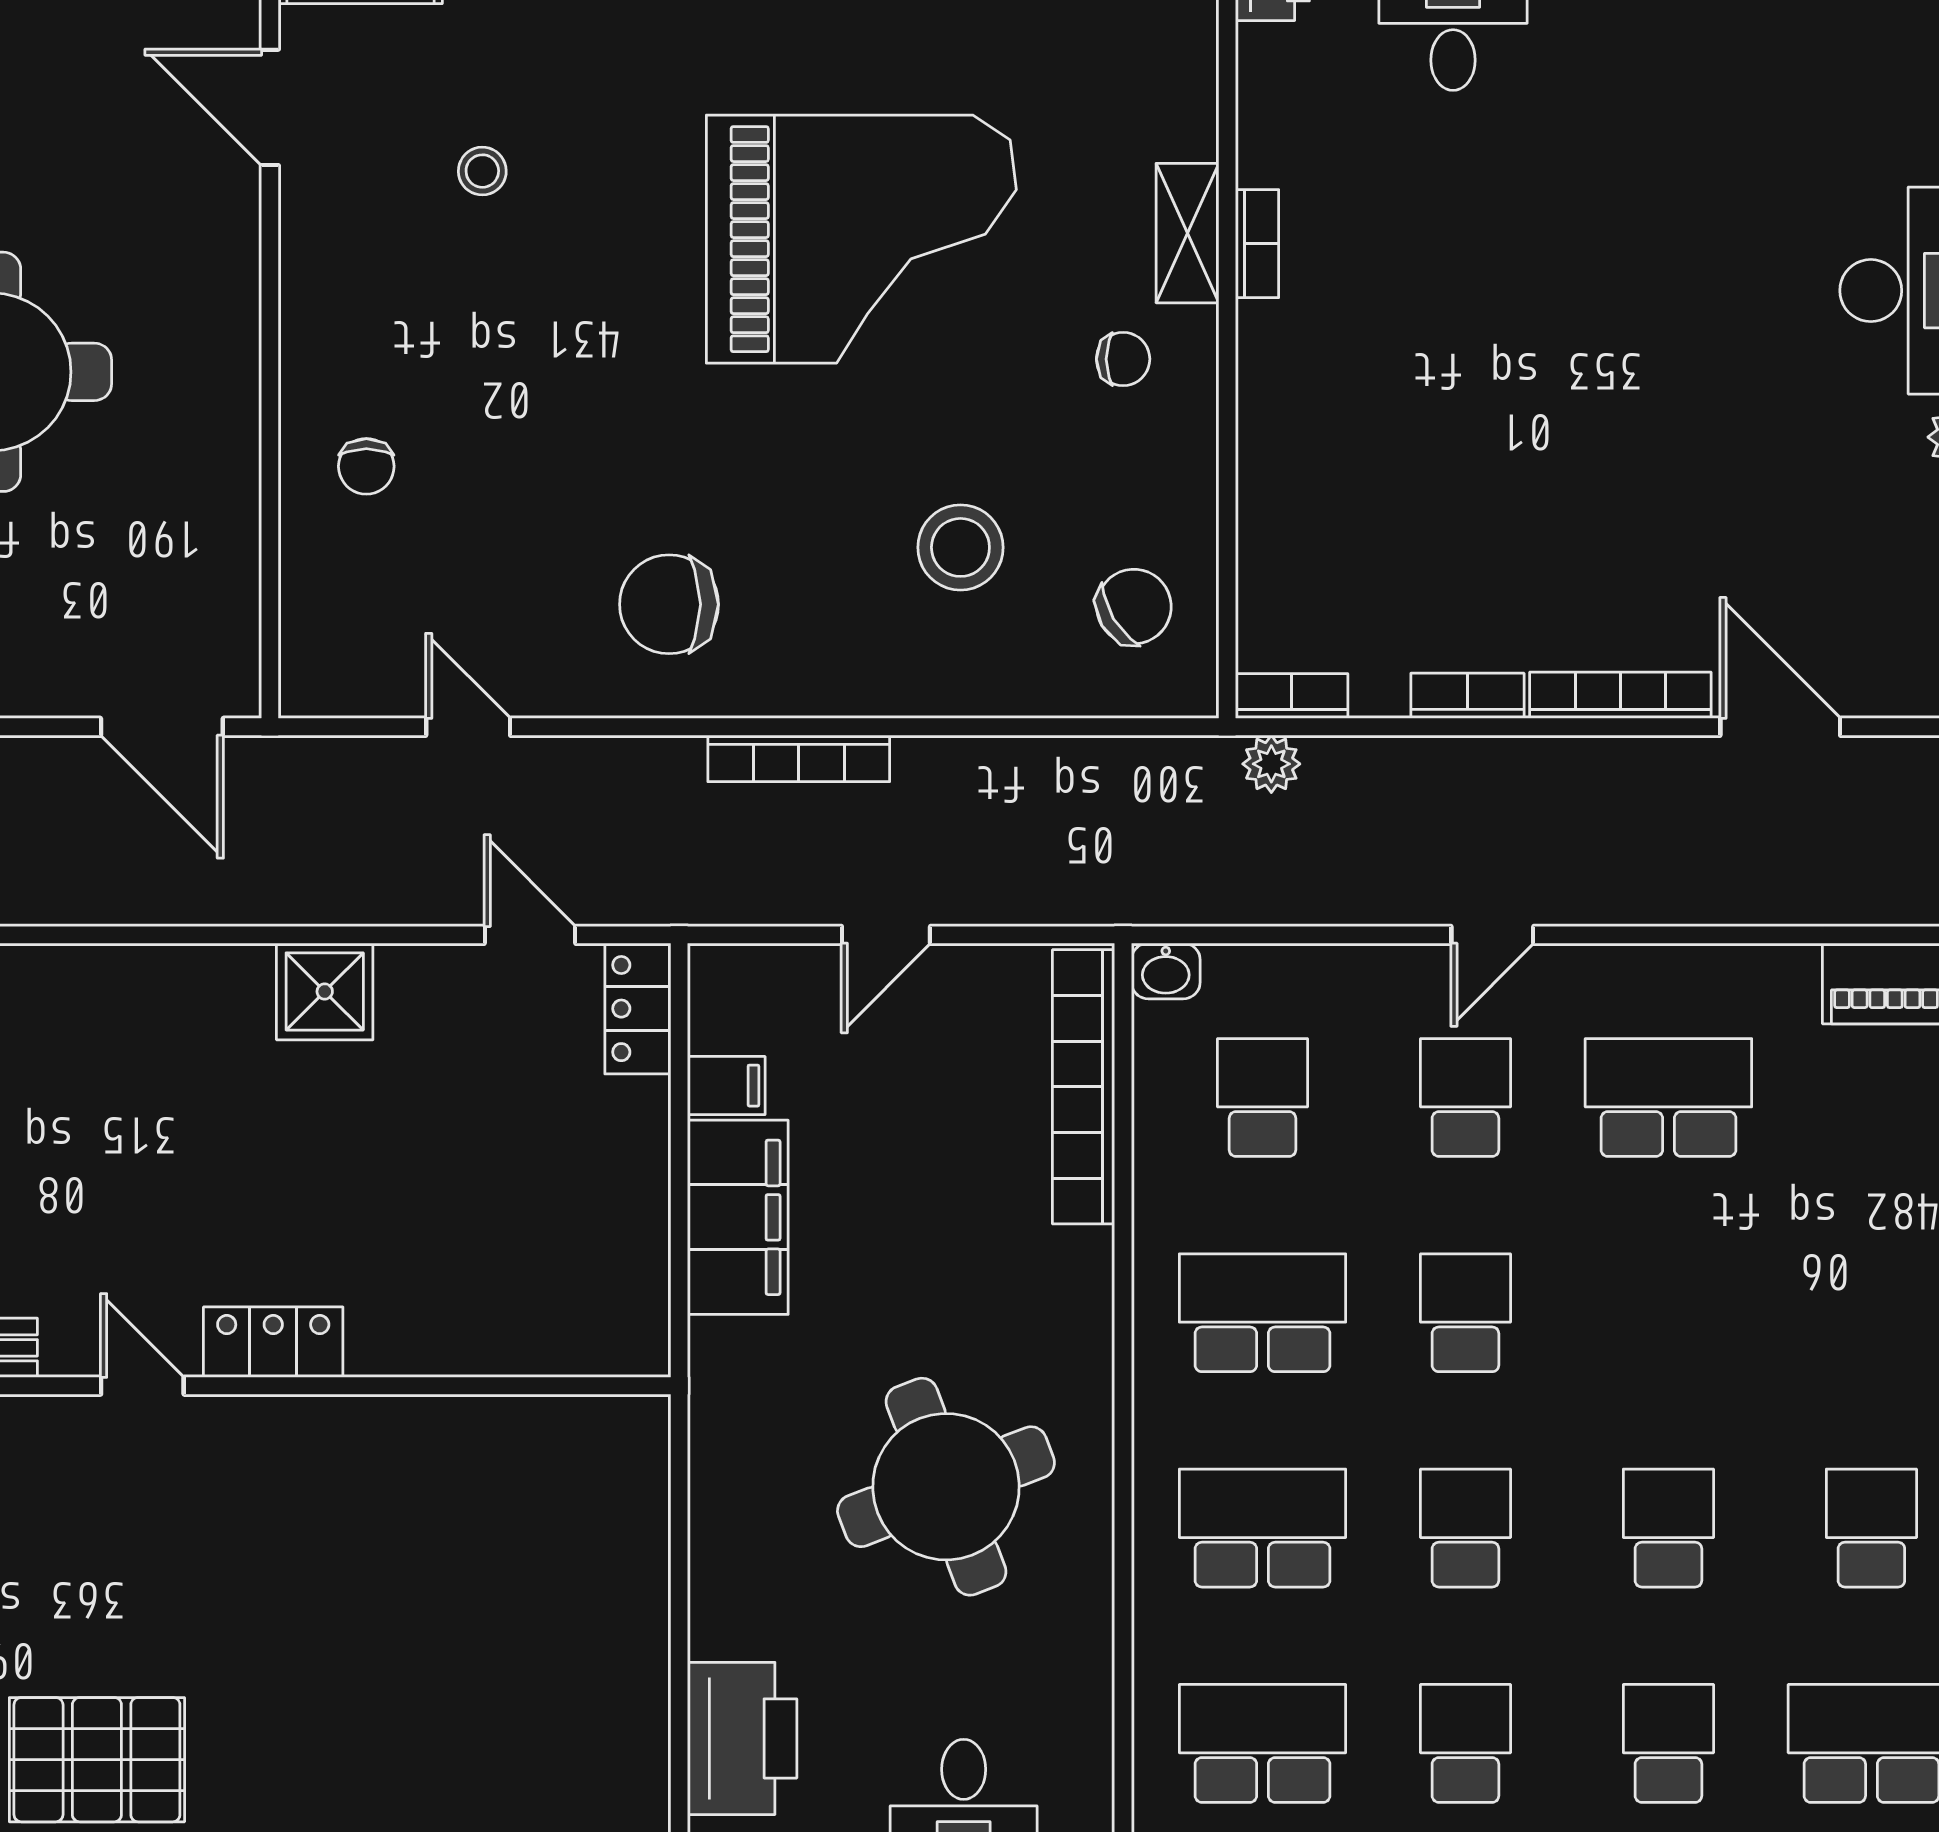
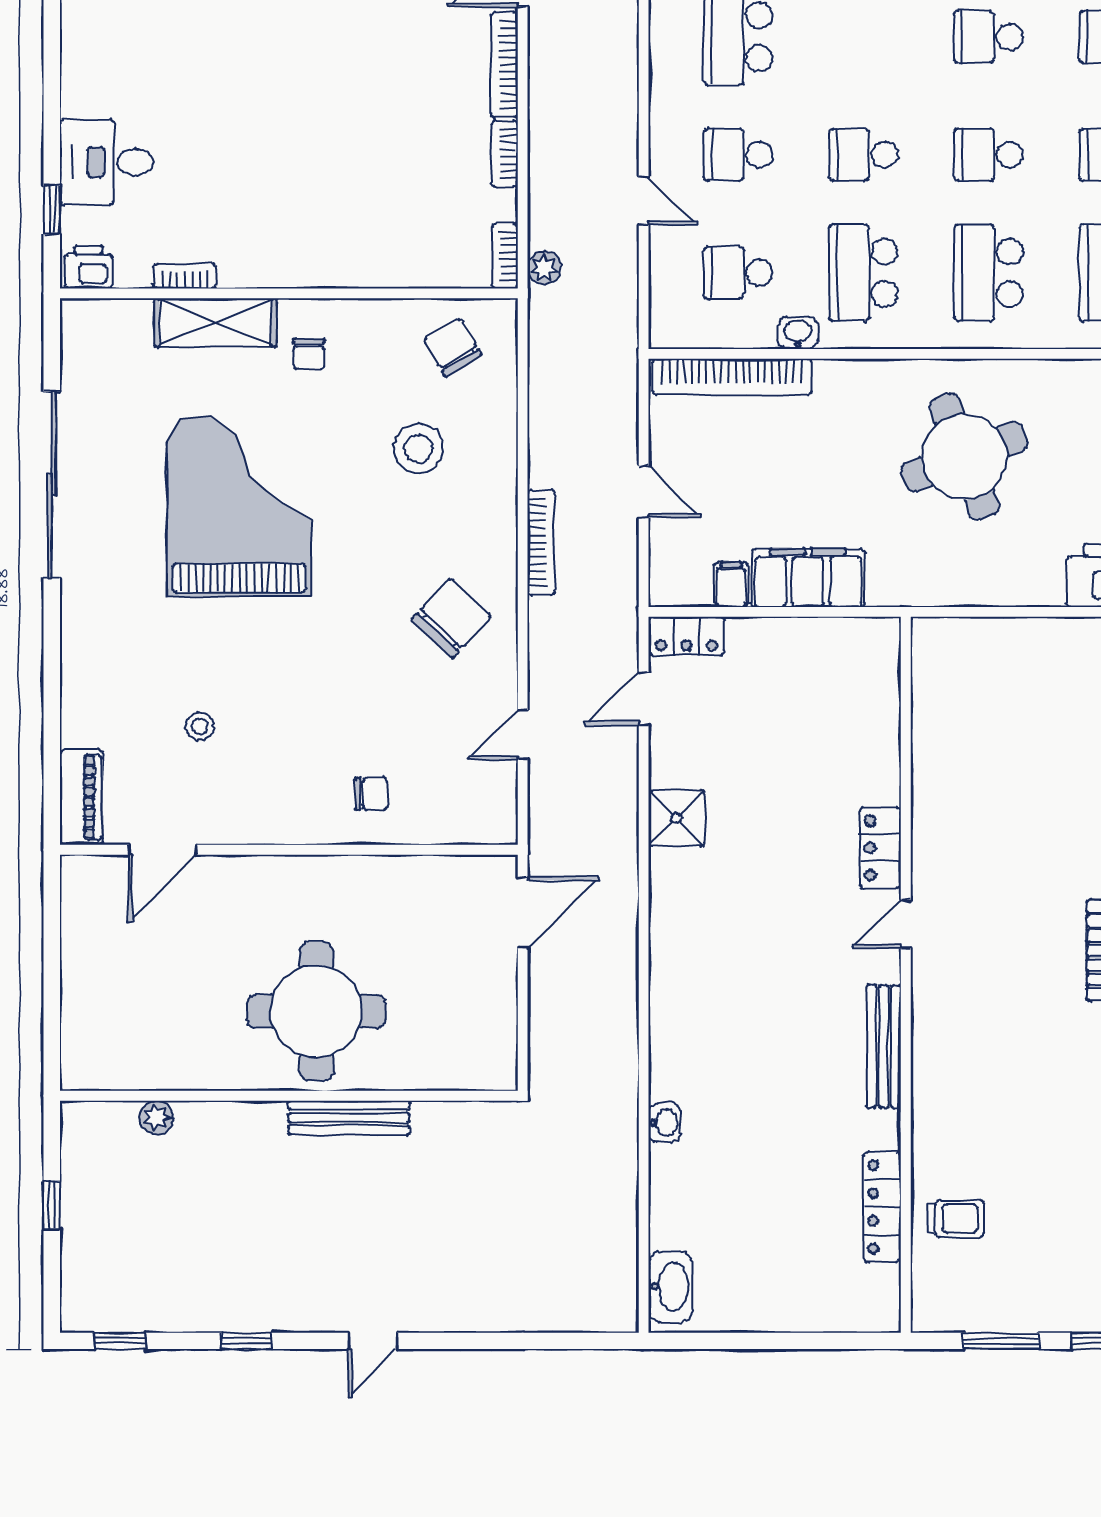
shelving: (1187, 233) -> (215, 323), width x1.50, depth x1.33
bookcase: (1257, 244) -> (185, 276), moved
chair: (1123, 359) -> (309, 354), turned 180
chair: (669, 604) -> (451, 618), turned -137
door: (1492, 935) -> (644, 201), moved
washbasin: (1166, 971) -> (798, 333), moved, turned -90

